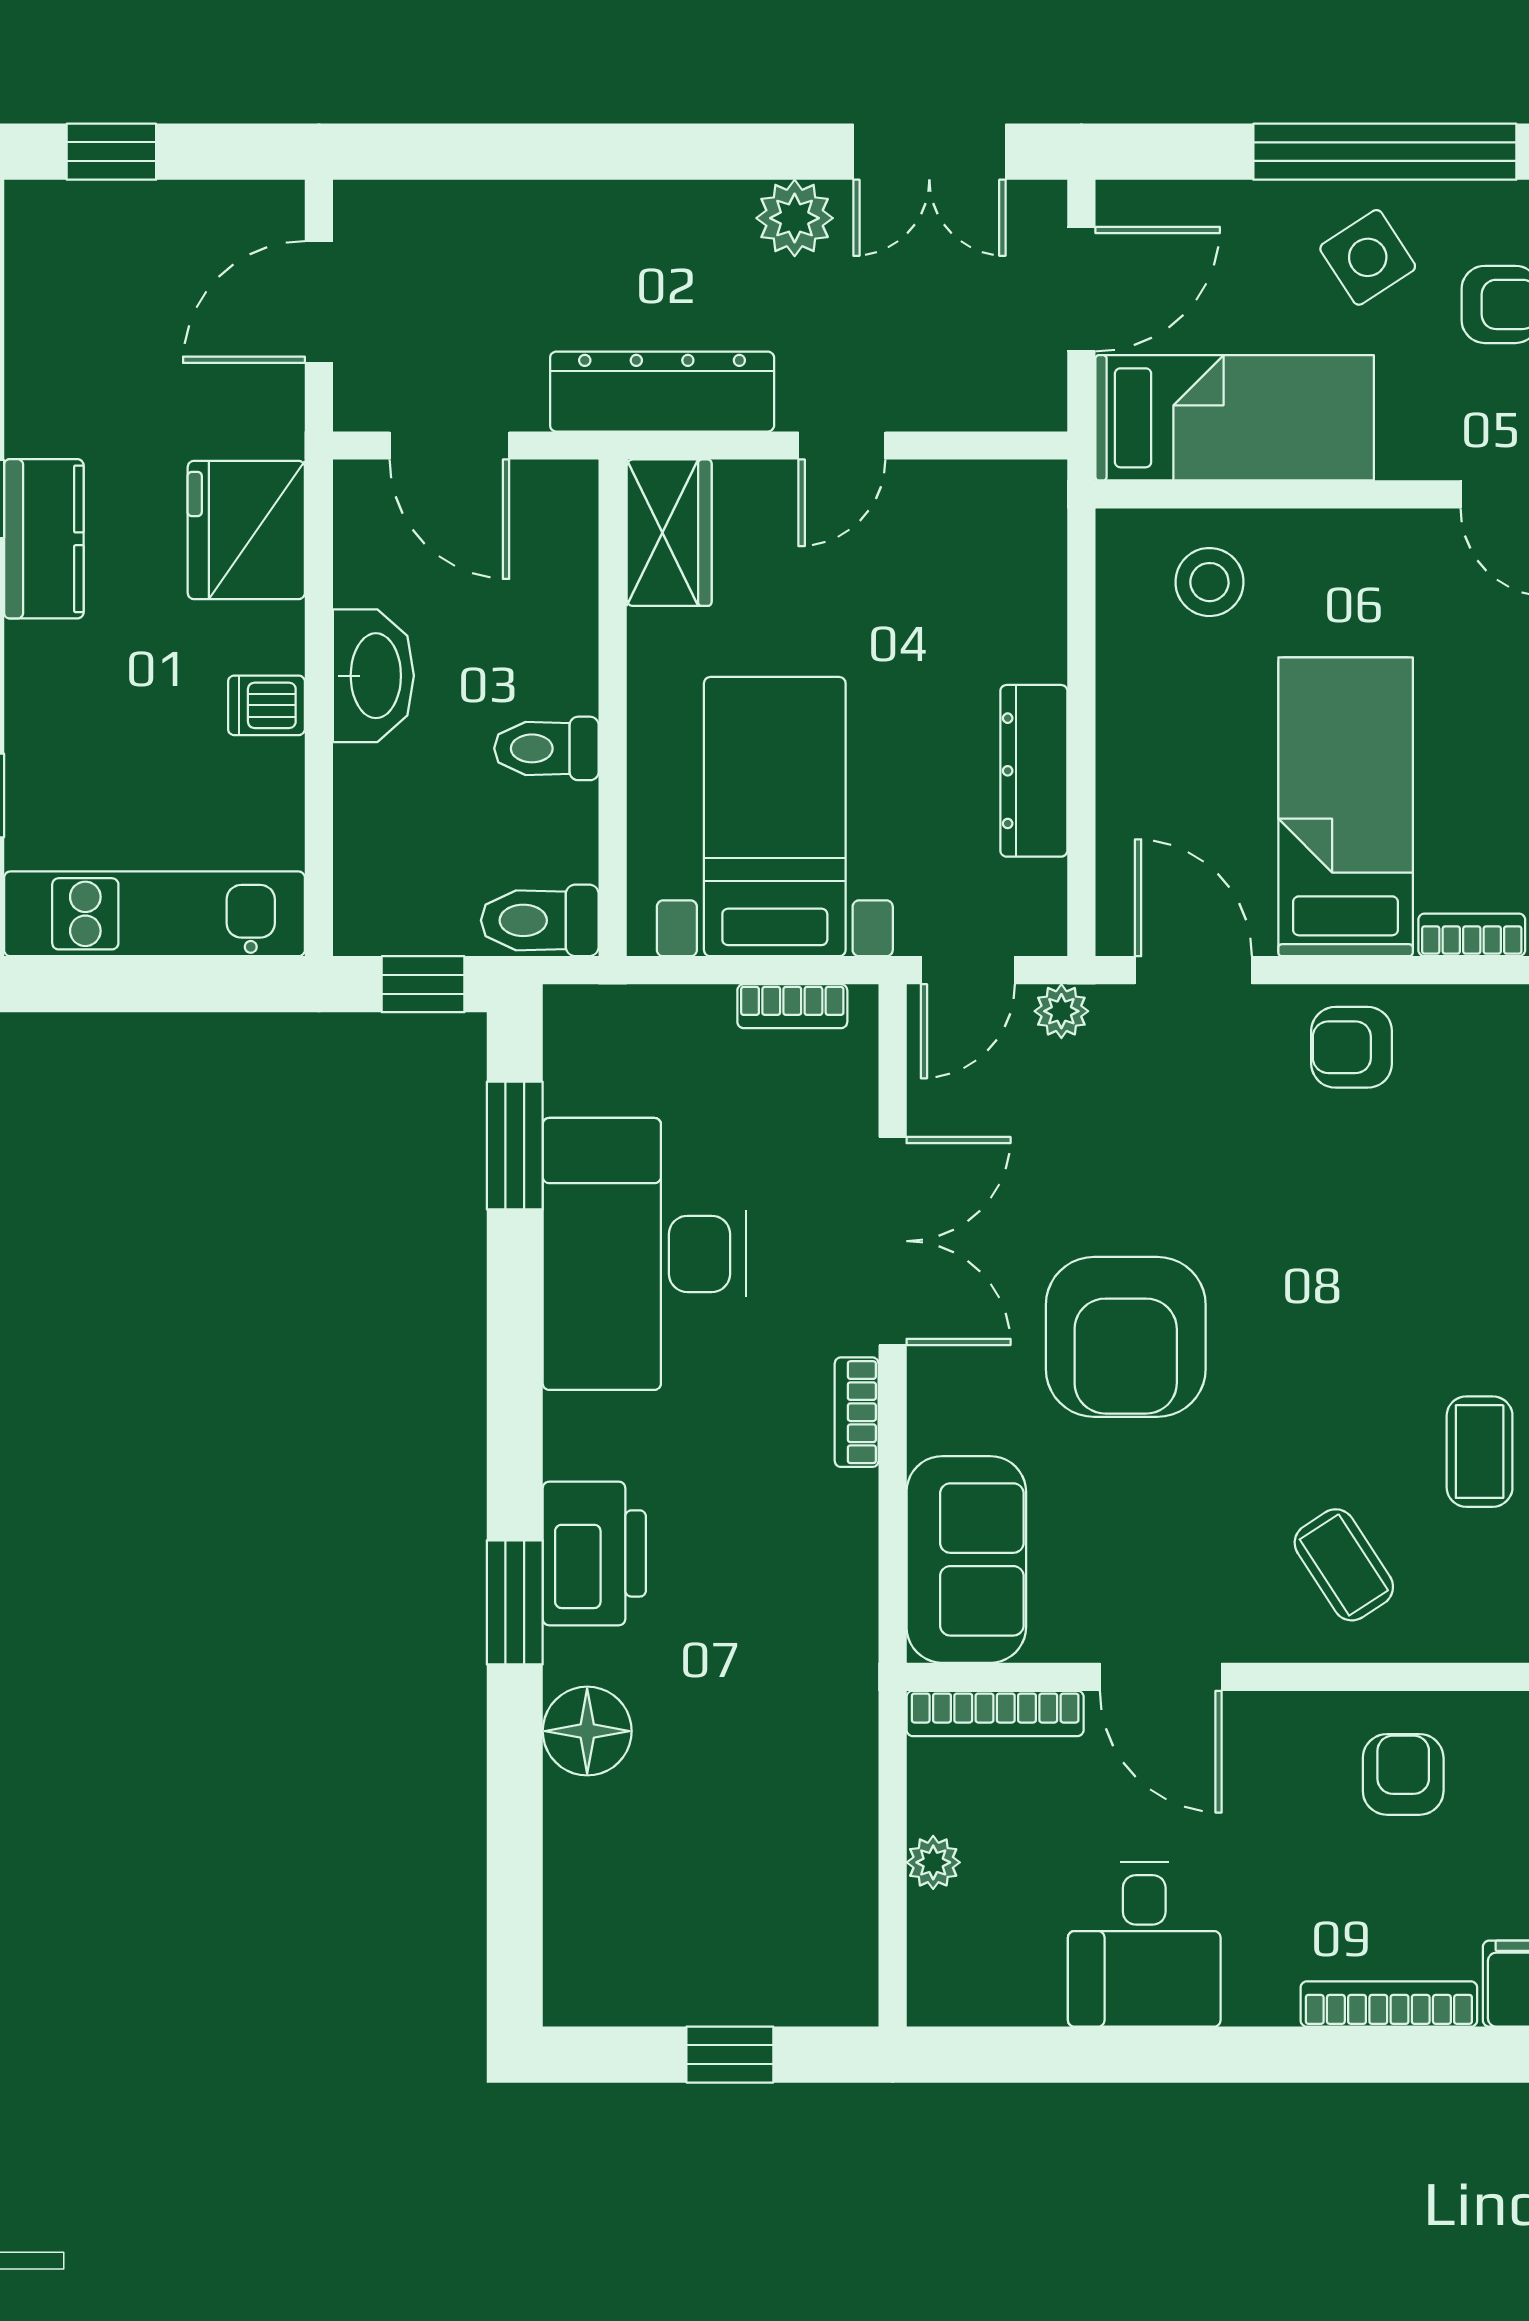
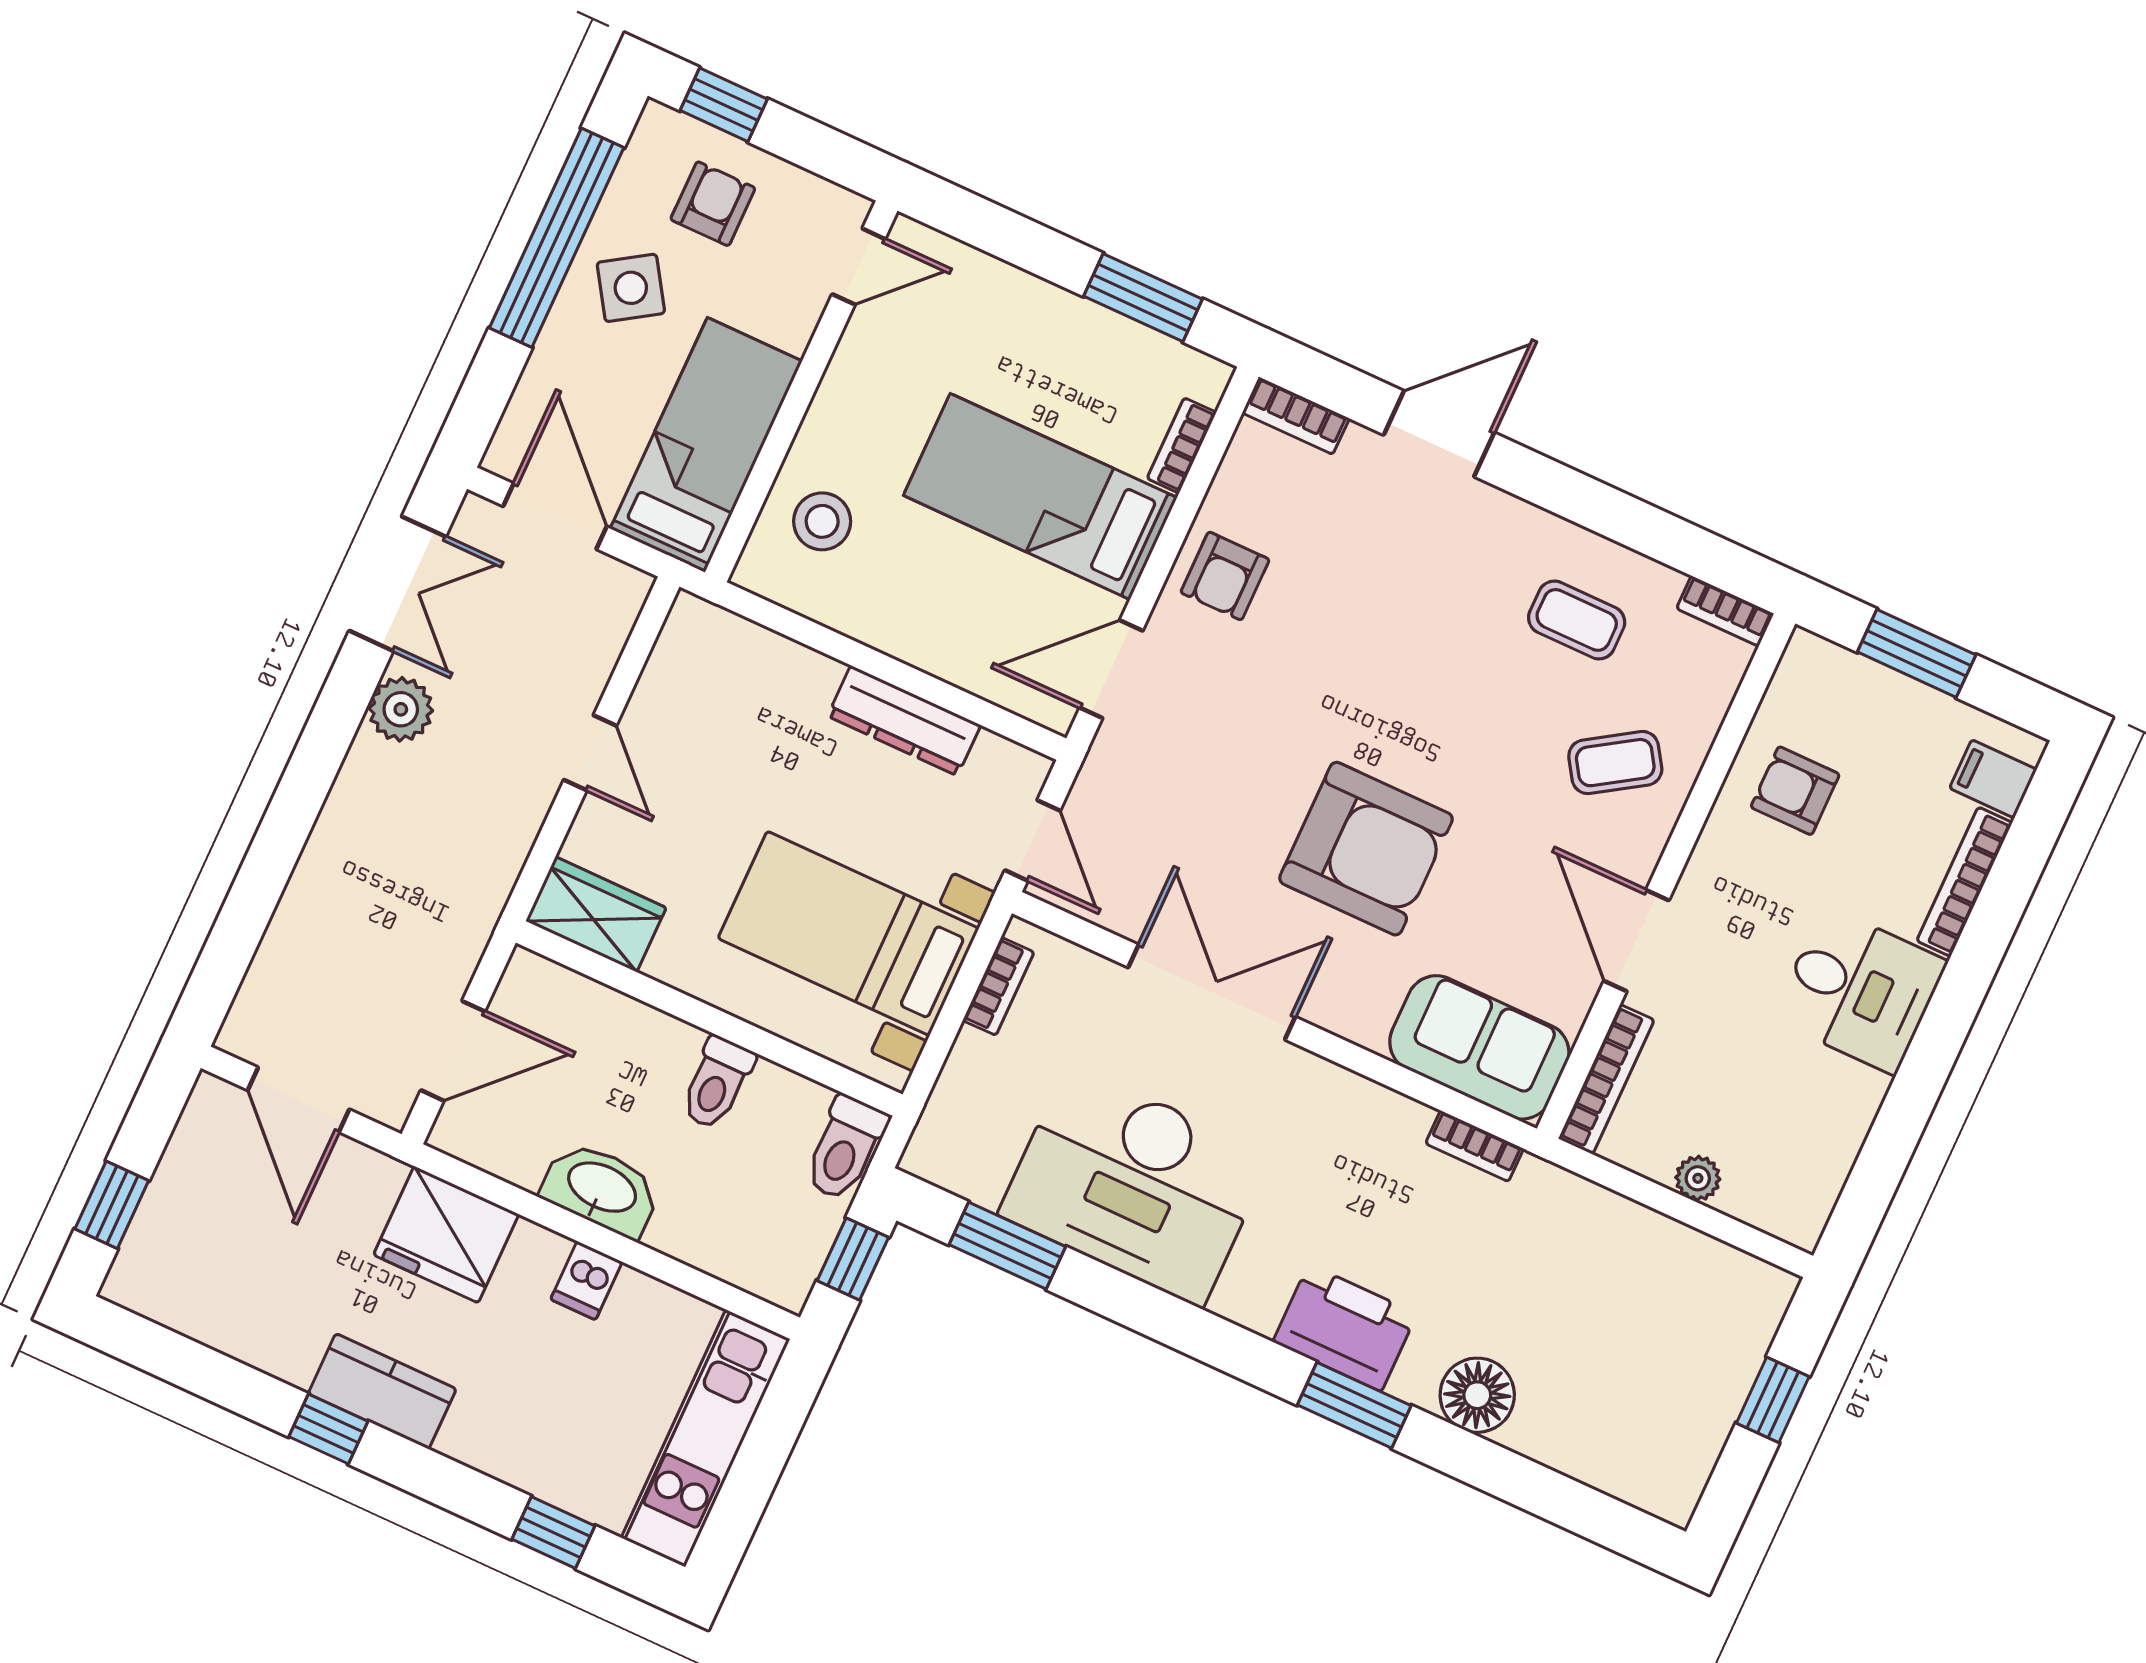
dresser: (662, 392) -> (486, 870), removed
plant: (1061, 1011) -> (1096, 784), removed
bookcase: (857, 1412) -> (1475, 1146), moved
door: (1161, 1677) -> (1636, 941), swing flipped
desk: (1144, 1944) -> (1860, 990), moved

